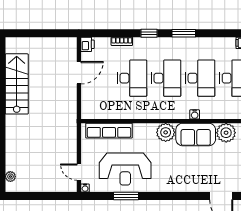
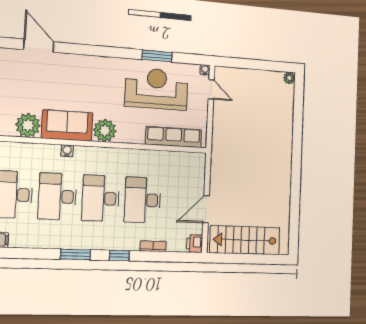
stairs: (17, 84) -> (245, 240), moved, turned 90
plant: (10, 177) -> (289, 78), moved

